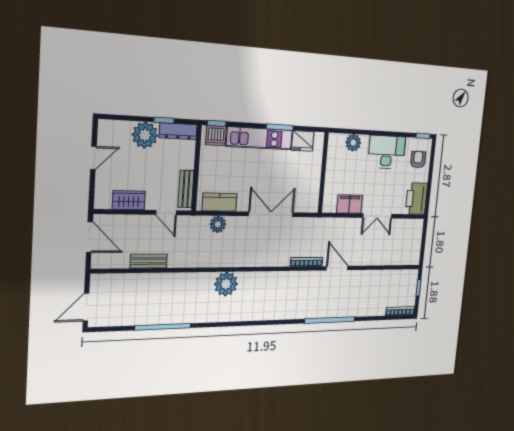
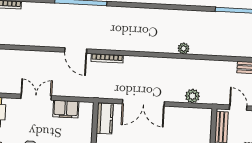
kitchen counter: (220, 202) -> (105, 118), moved, turned -90
plant: (226, 284) -> (184, 48), width x0.53, depth x0.53

